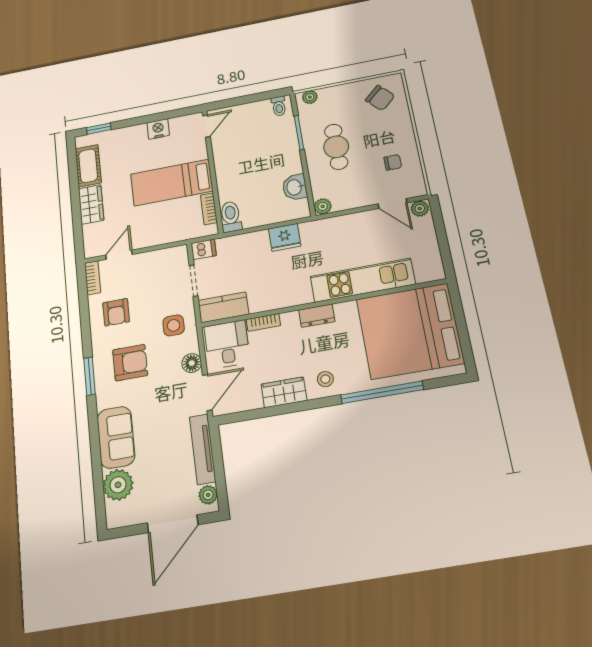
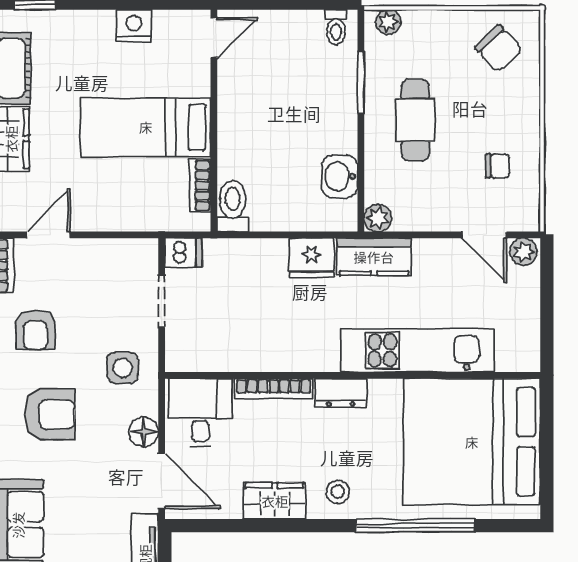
kitchen counter: (223, 307) -> (374, 257), moved, turned 180
bookcase: (263, 322) -> (274, 389), width x1.56
door: (207, 392) -> (162, 481), hinge flipped

